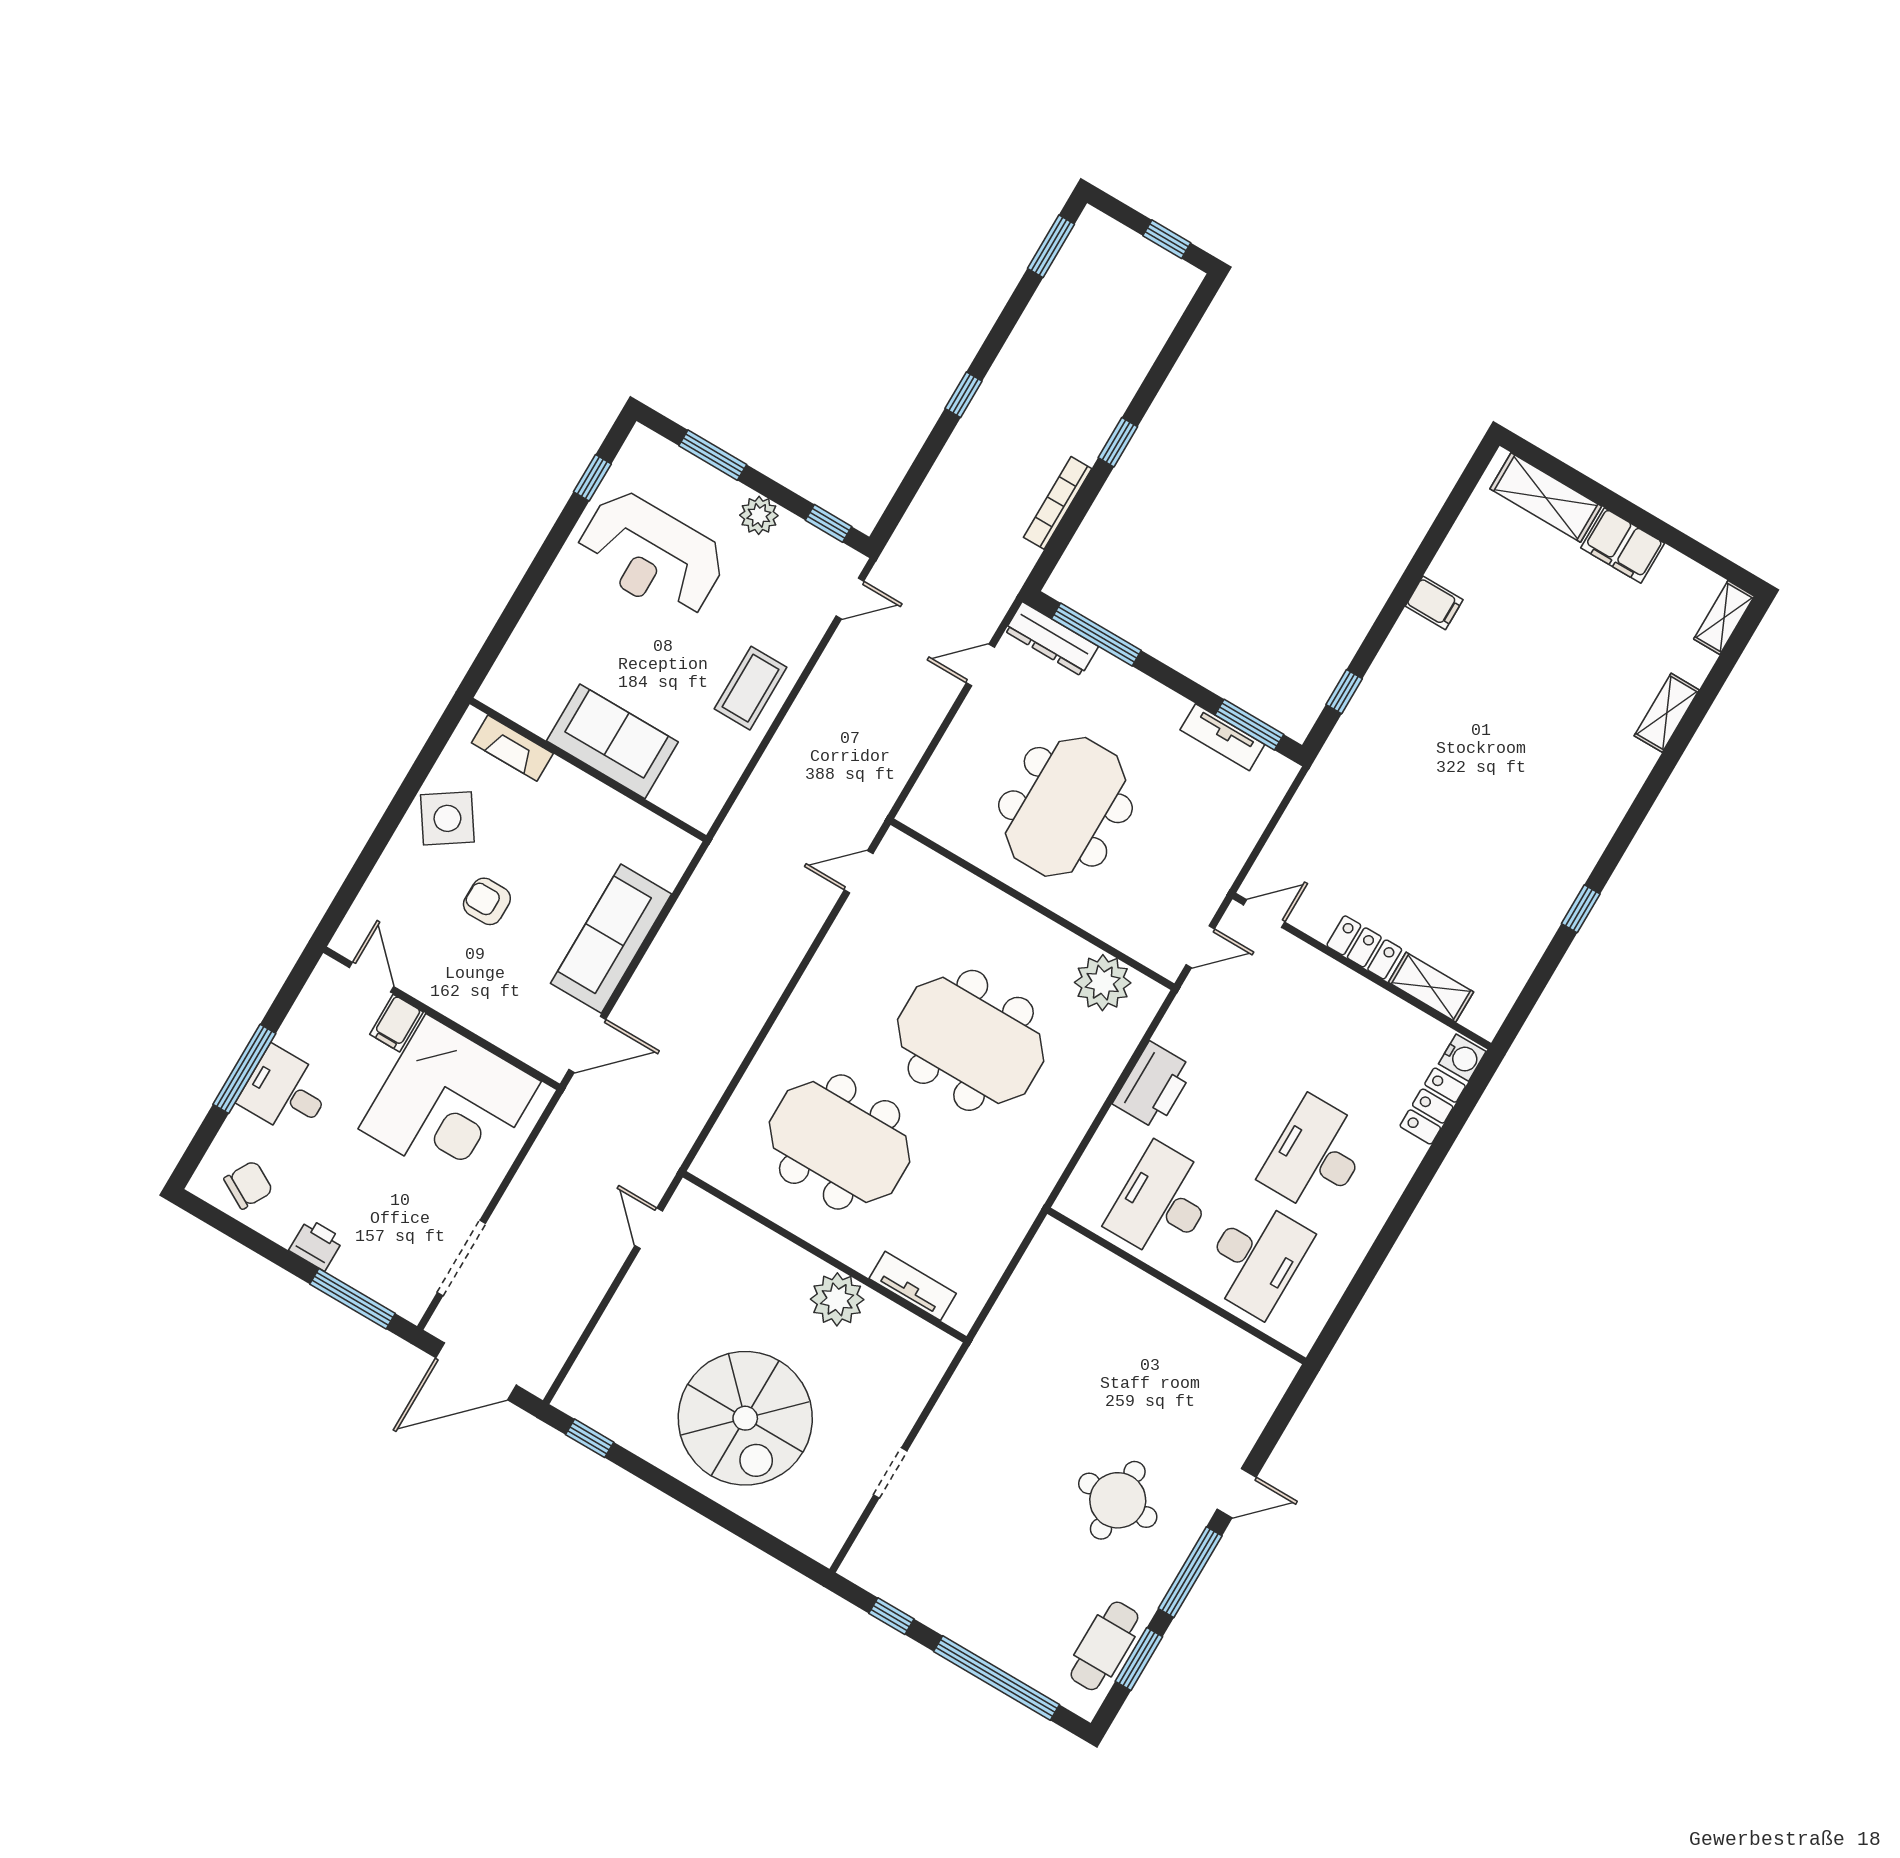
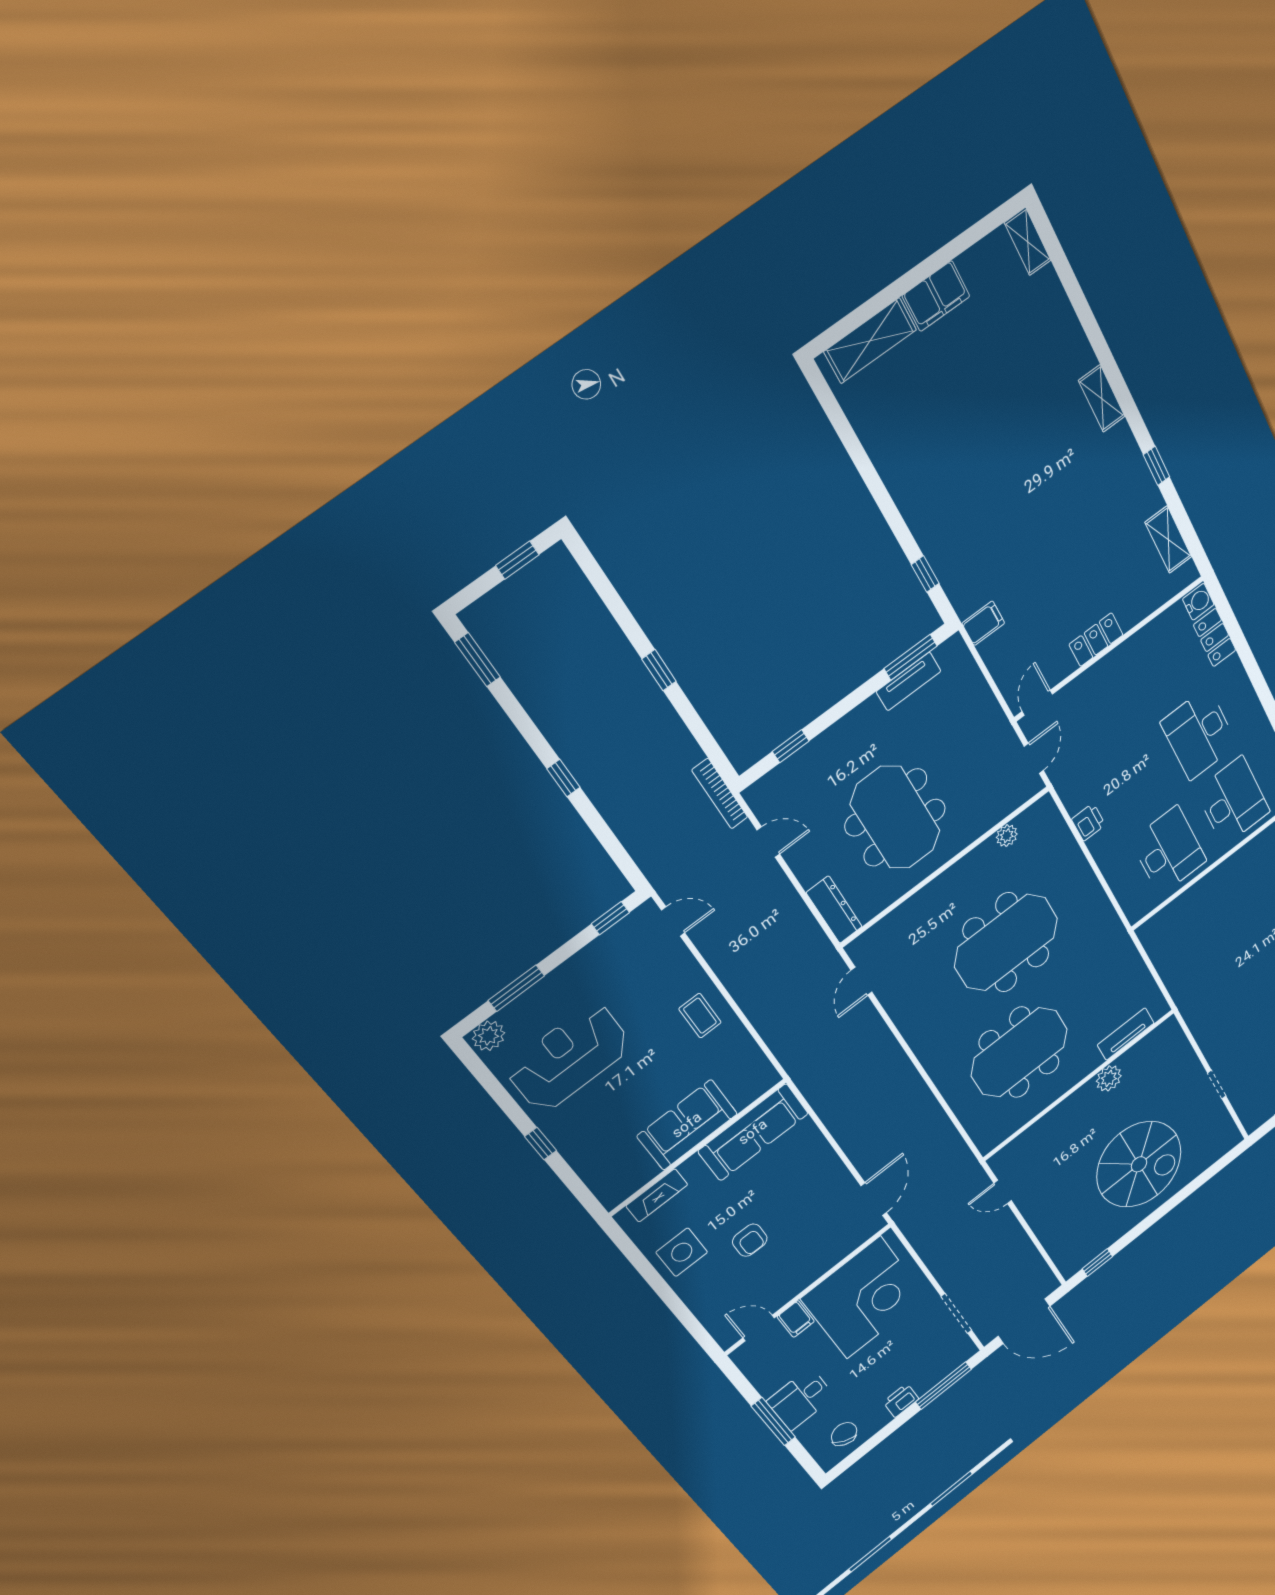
window: (592, 478) -> (541, 1144), moved
bookcase: (1058, 503) -> (720, 794), moved
plant: (759, 515) -> (489, 1036), moved
reception desk: (651, 555) -> (569, 1057), turned 180
door: (850, 599) -> (673, 921), hinge flipped
filing cabinet: (1434, 603) -> (983, 623), moved
window: (1096, 635) -> (791, 746), width x0.46
dresser: (1052, 639) -> (834, 910), moved, turned -90
door: (980, 665) -> (768, 842), swing flipped
coffee table: (750, 688) -> (700, 1016), width x0.73, depth x0.77
shelving: (1667, 713) -> (1102, 398), moved
side table: (447, 818) -> (682, 1252), turned 34
armchair: (487, 901) -> (750, 1240), turned -90
sofa: (611, 939) -> (753, 1132), moved, turned -90
plant: (1103, 983) -> (1007, 836), width x0.53, depth x0.53
shelving: (1431, 987) -> (1168, 540), moved, turned 90
printer: (1153, 1086) -> (1088, 822), width x0.53, depth x0.68
desk: (1162, 1203) -> (1169, 851), turned 180
plant: (837, 1299) -> (1109, 1078), width x0.73, depth x0.73
door: (476, 1371) -> (1024, 1321), hinge flipped

